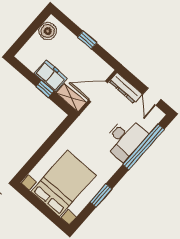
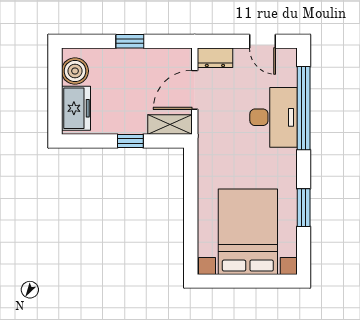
freezer: (51, 76) -> (76, 108), moved, turned 90
dresser: (125, 88) -> (215, 58), width x0.70

